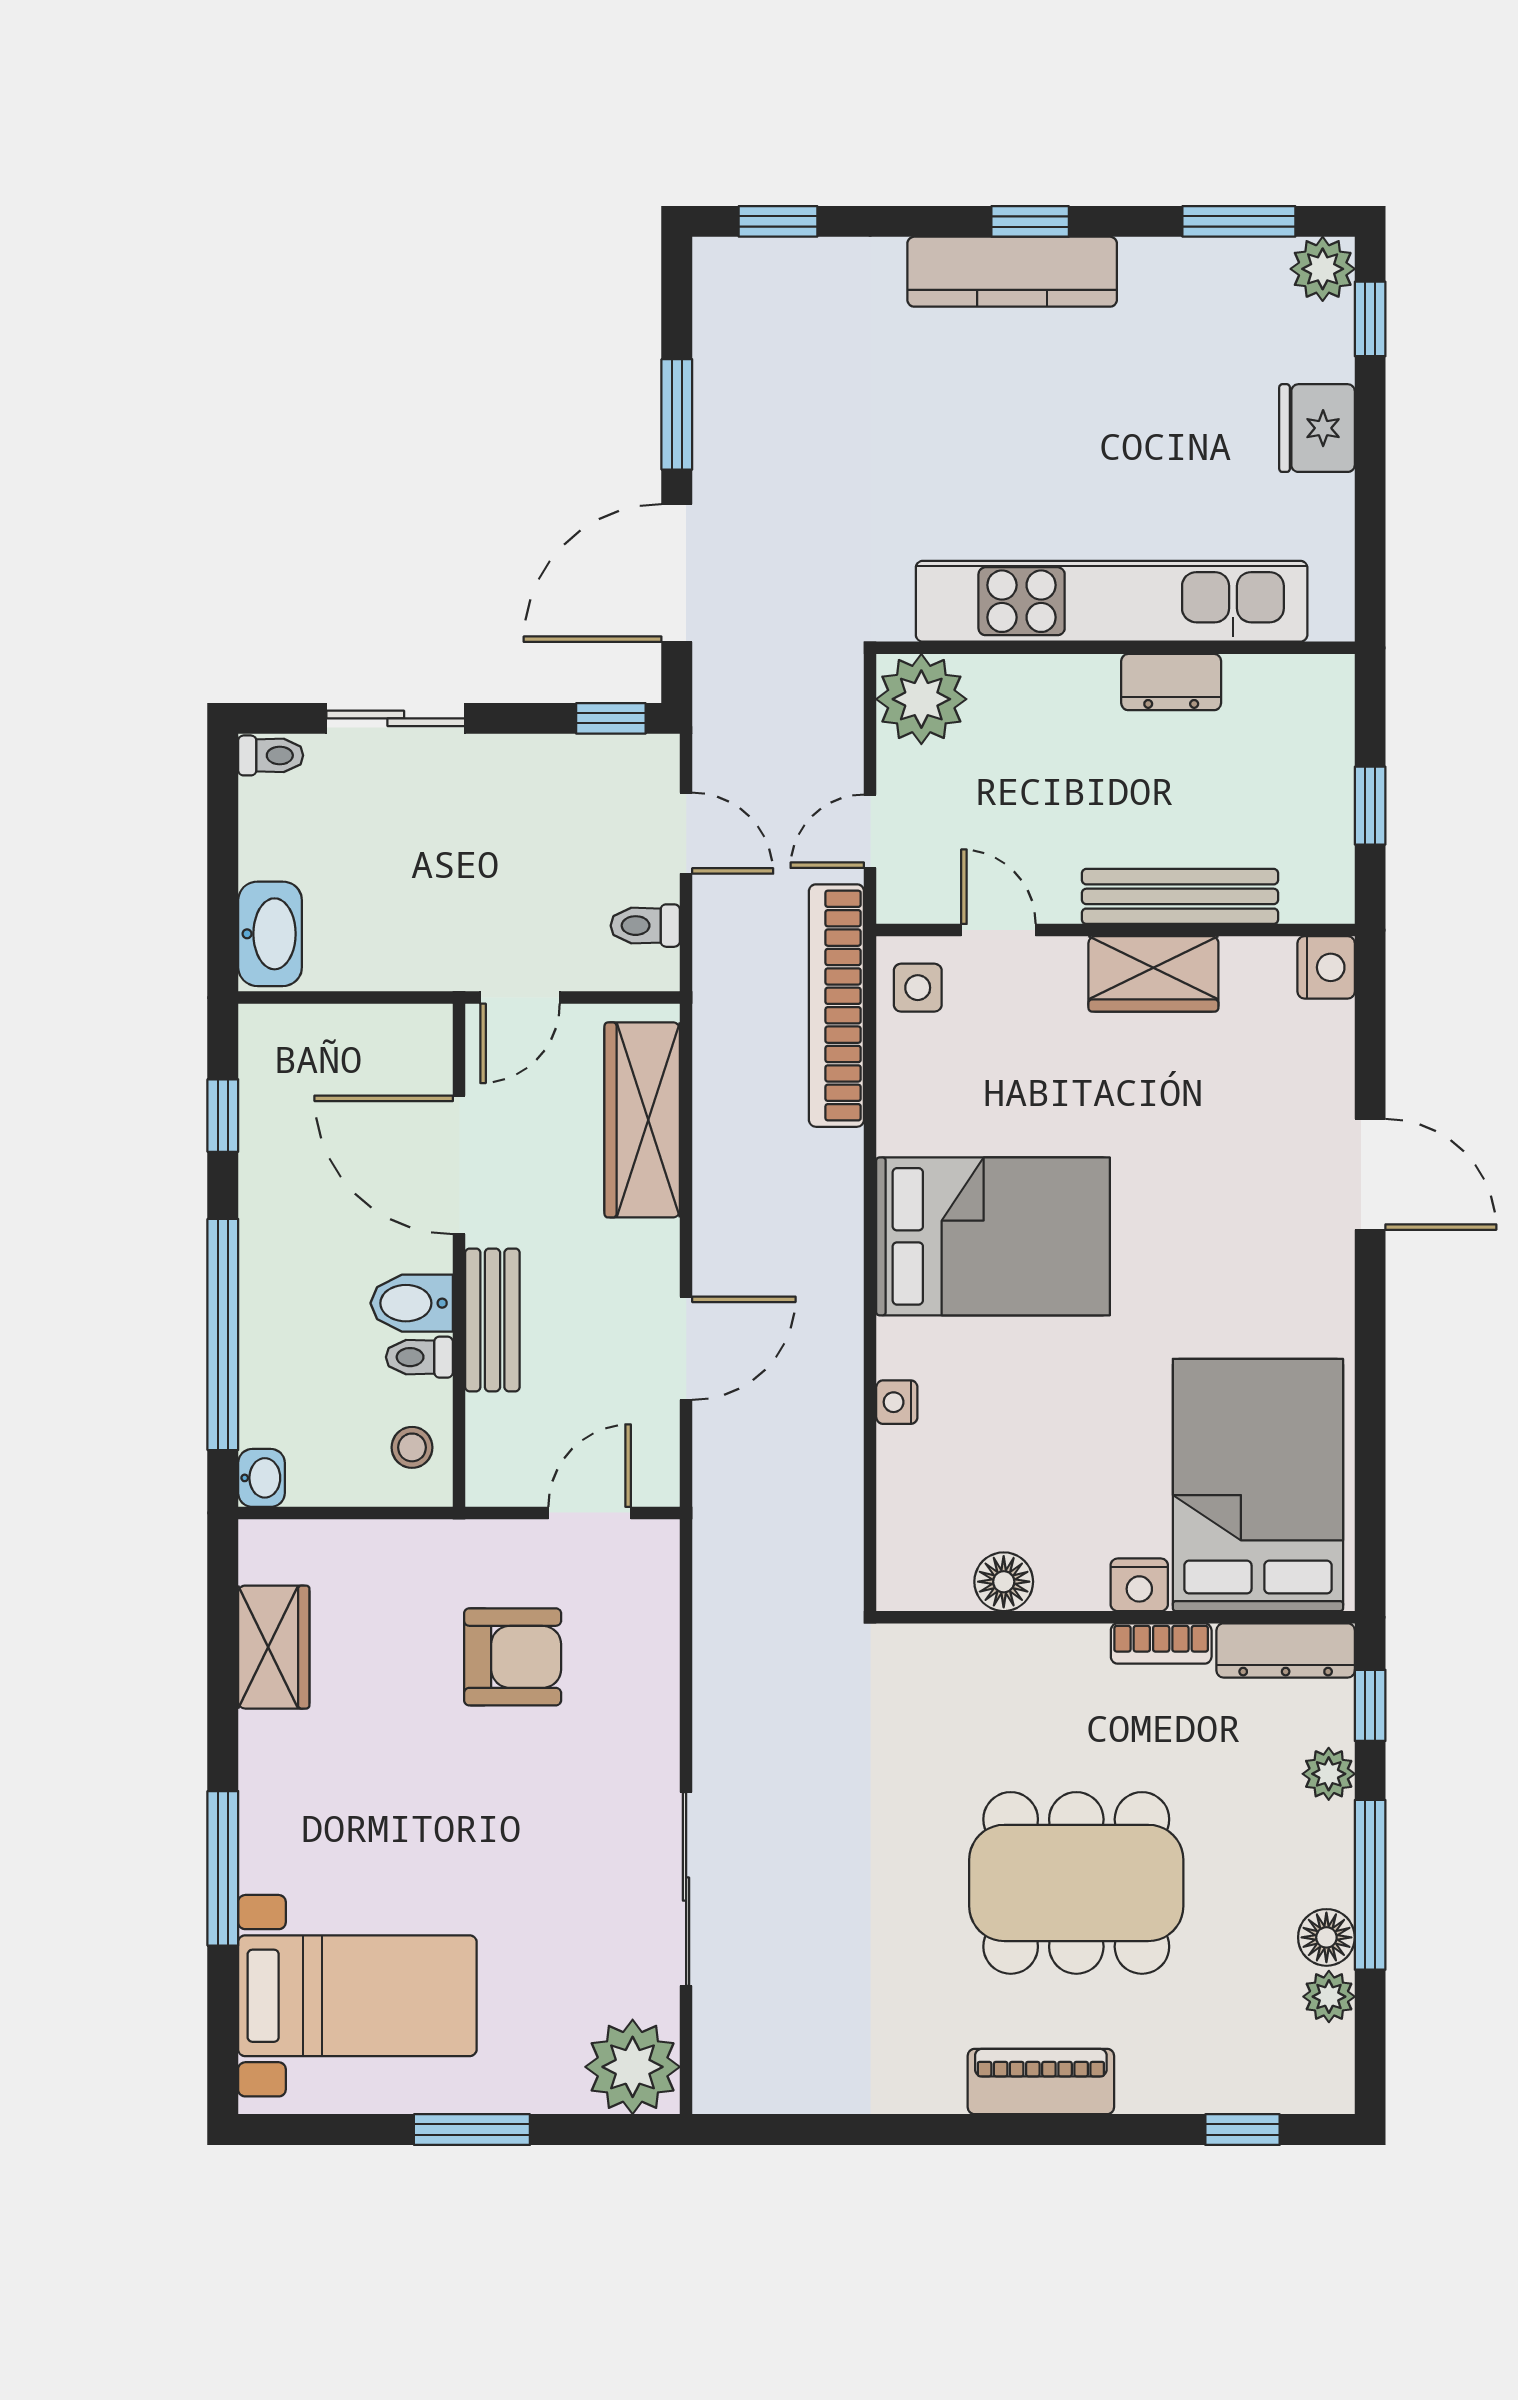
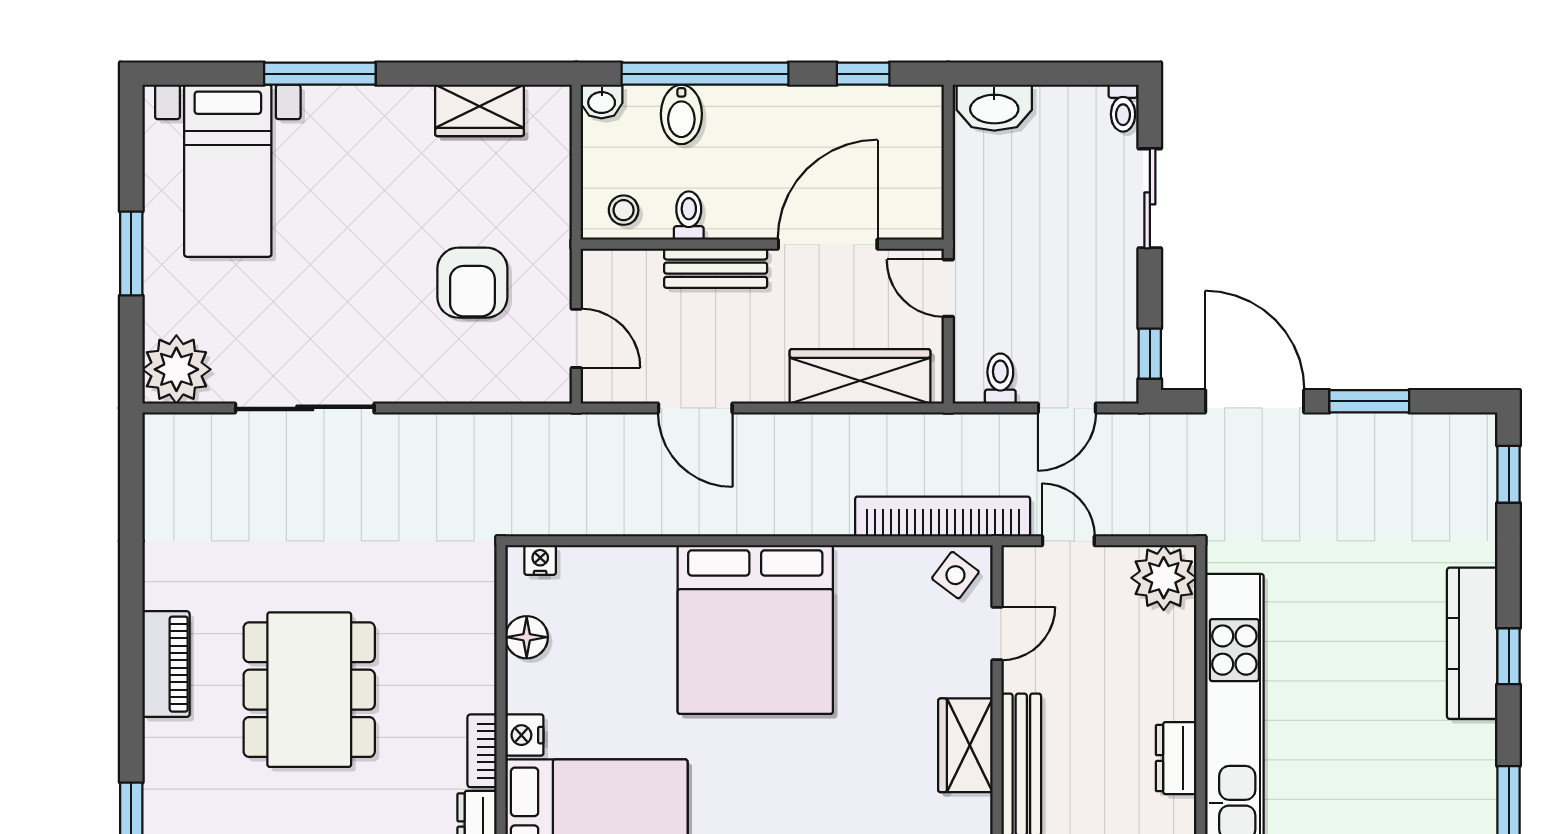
side table: (918, 988) -> (955, 575), turned 37
bed: (993, 1236) -> (755, 630), width x1.36
bidet: (412, 1303) -> (681, 114), moved, turned 180
nightstand: (897, 1402) -> (540, 560), moved

